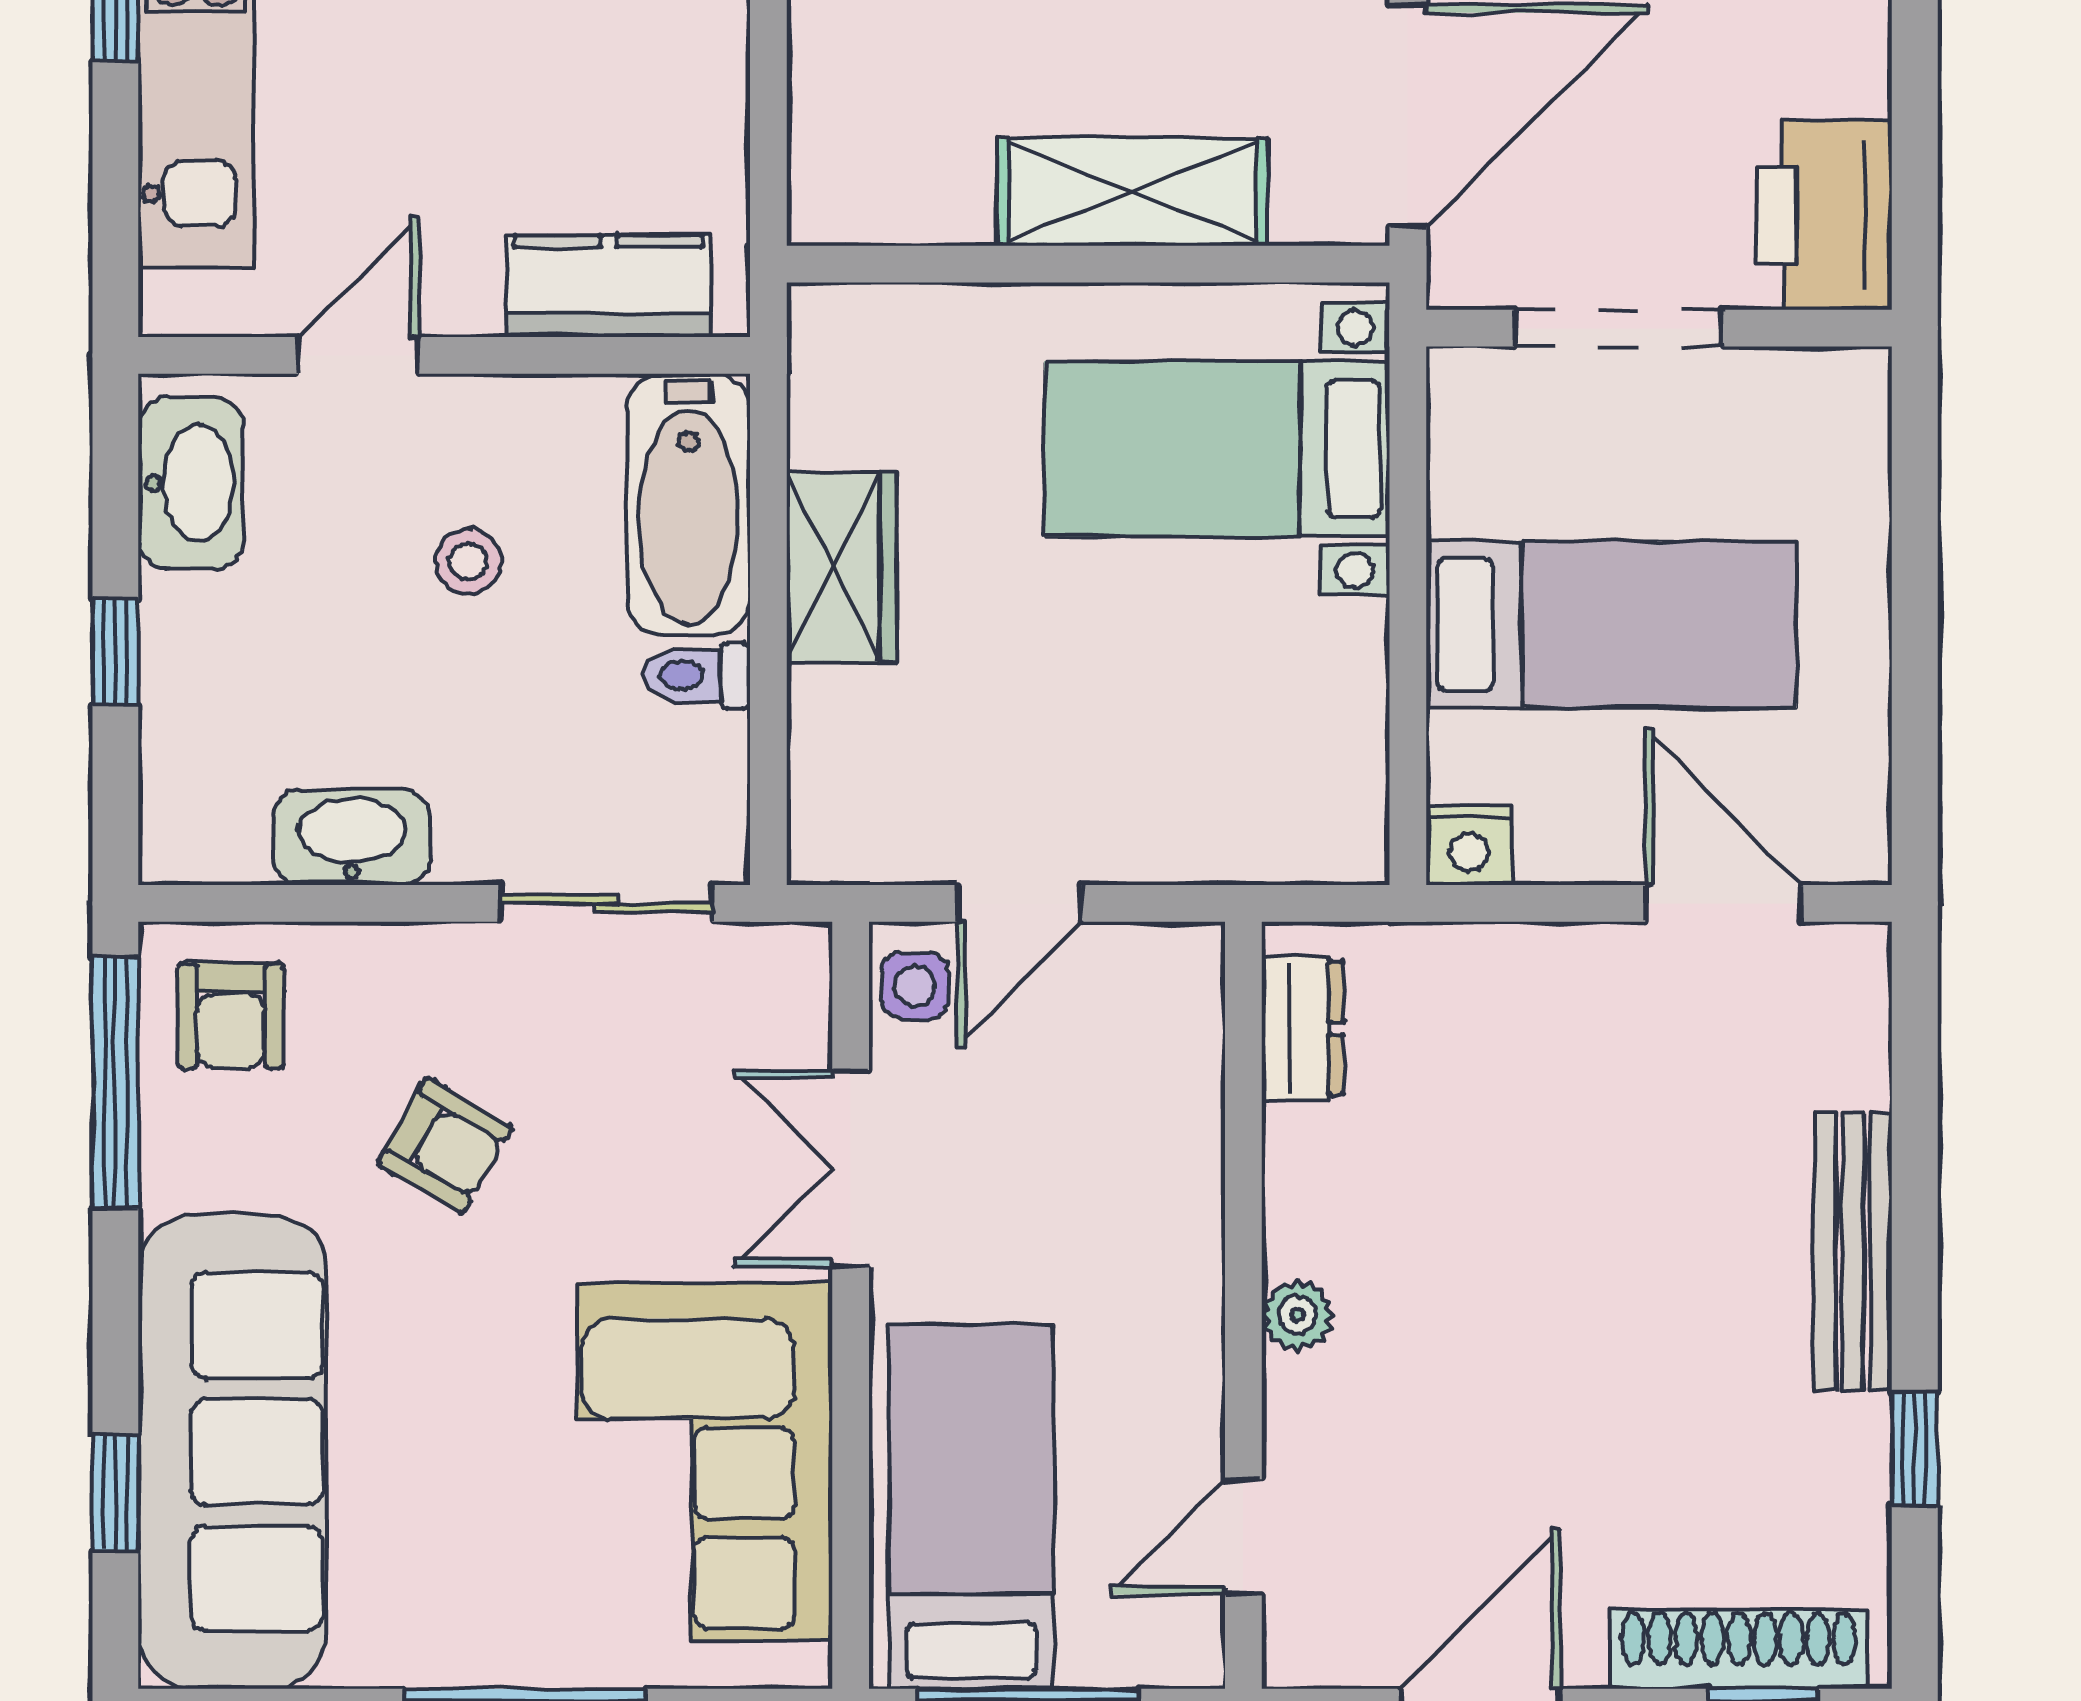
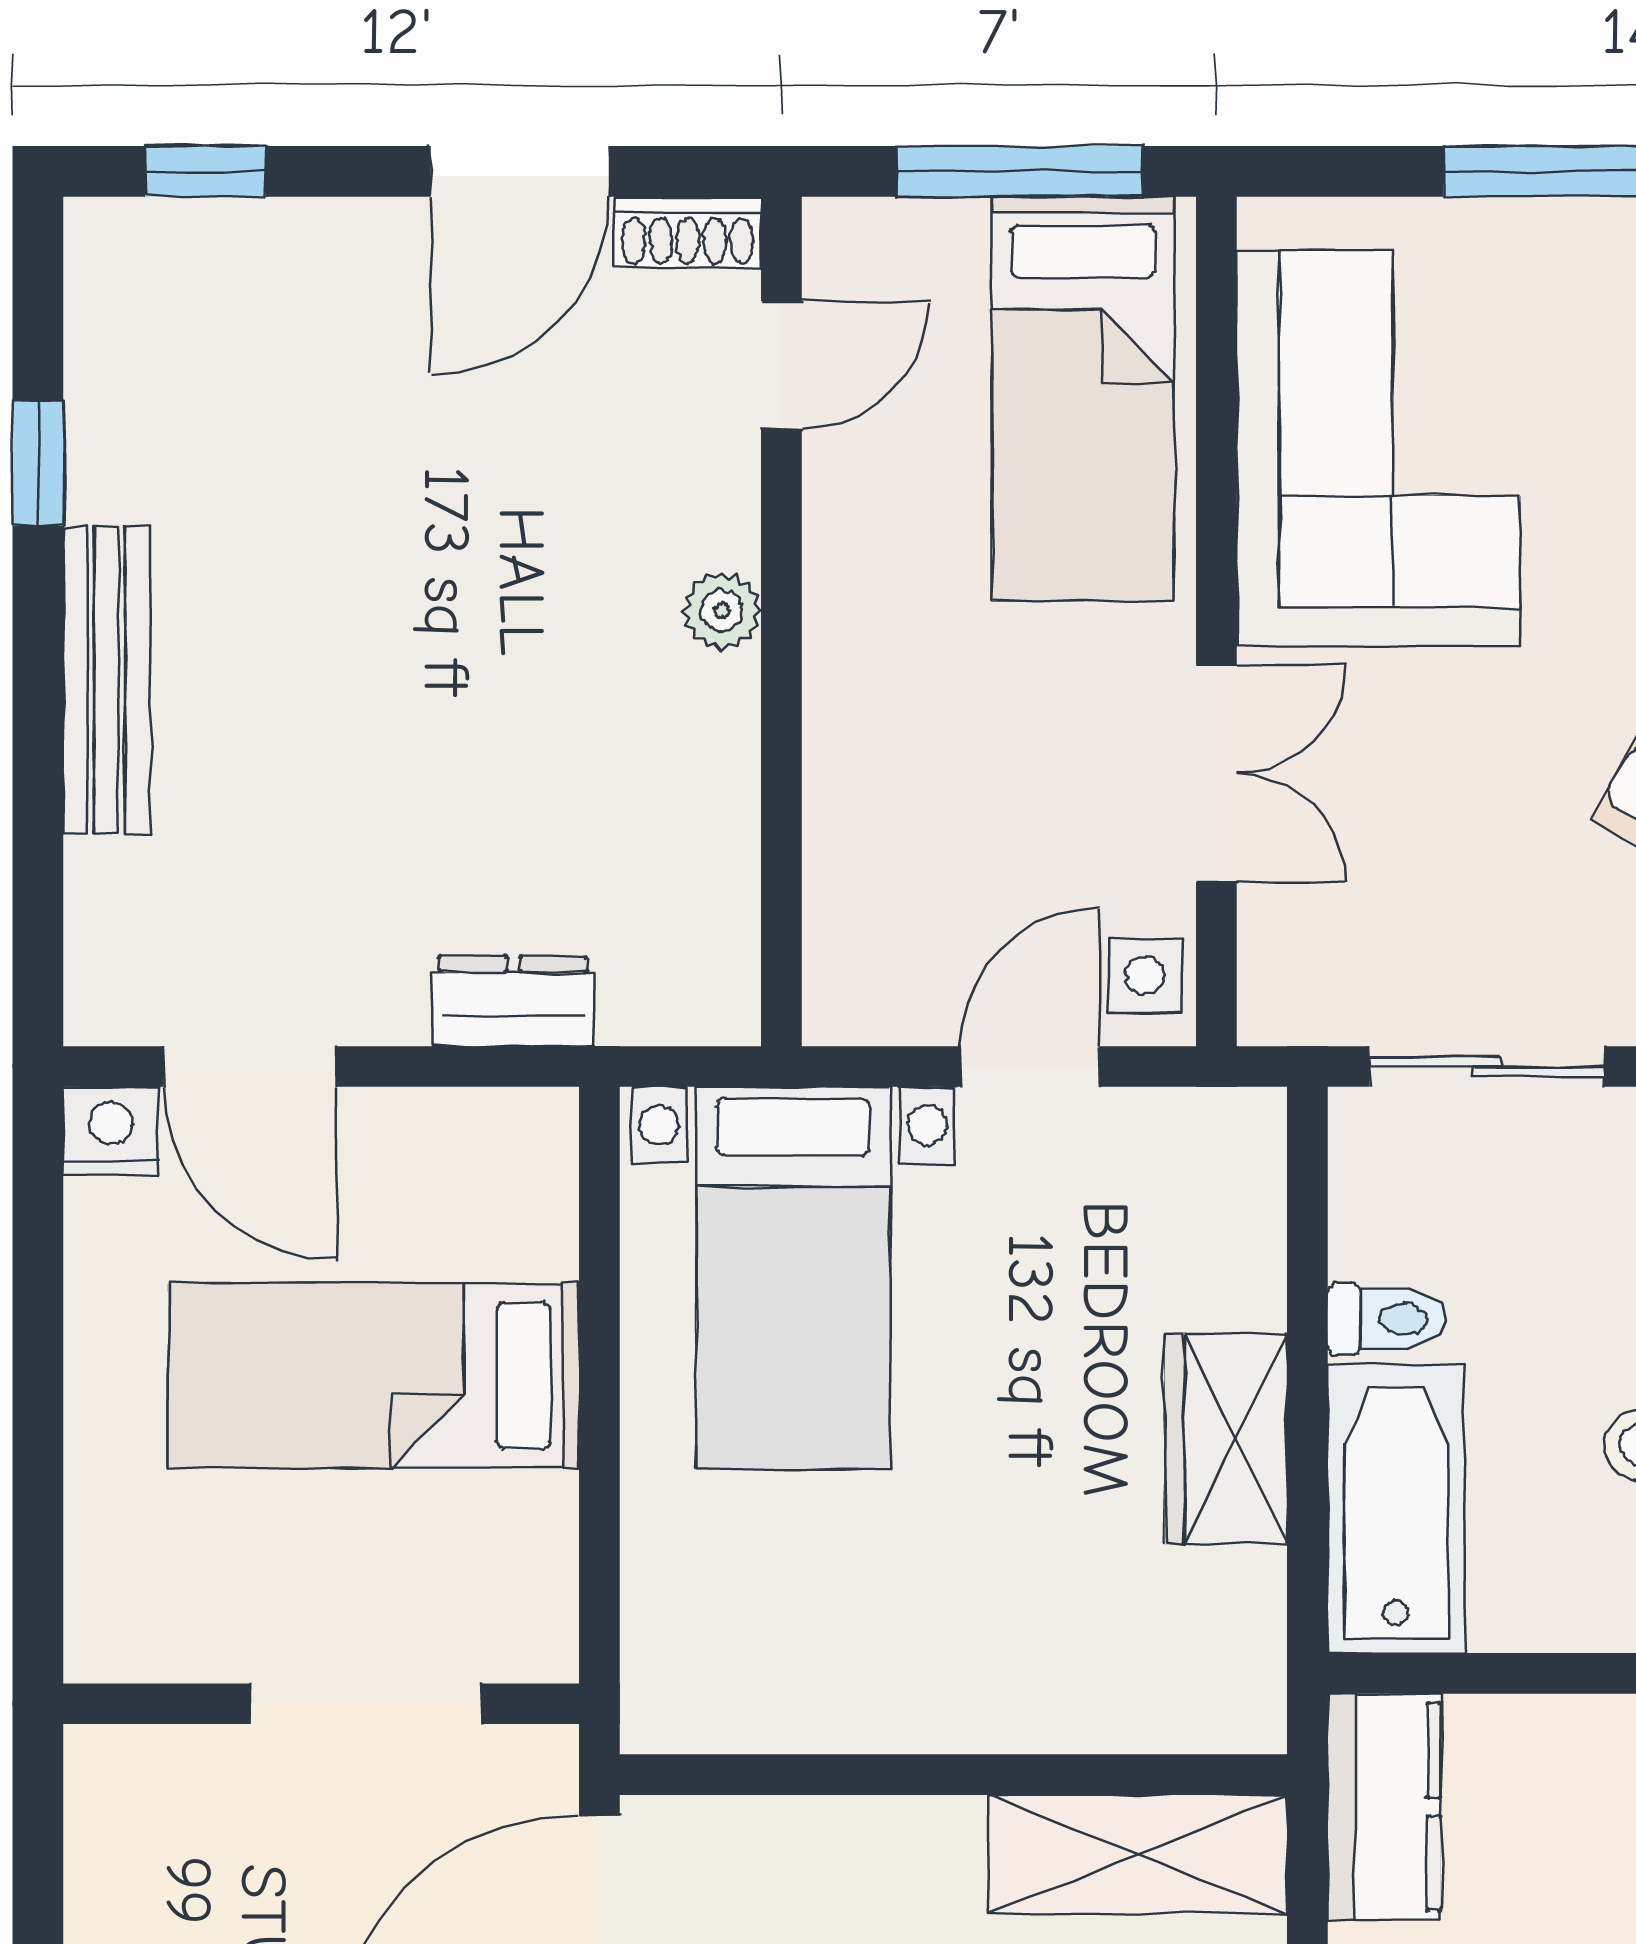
shelving: (1132, 192) -> (1138, 1855), moved
printer: (1824, 215) -> (139, 1829), removed
kitchen counter: (609, 286) -> (1384, 1807), moved, turned -90
bed with nightstands: (1217, 449) -> (793, 1278), moved, turned 90
nightstand: (1469, 845) -> (111, 1131), moved
dresser: (1303, 1028) -> (513, 1001), moved, turned 90
shoe rack: (1739, 1649) -> (688, 232), moved, width x0.51, depth x0.81

